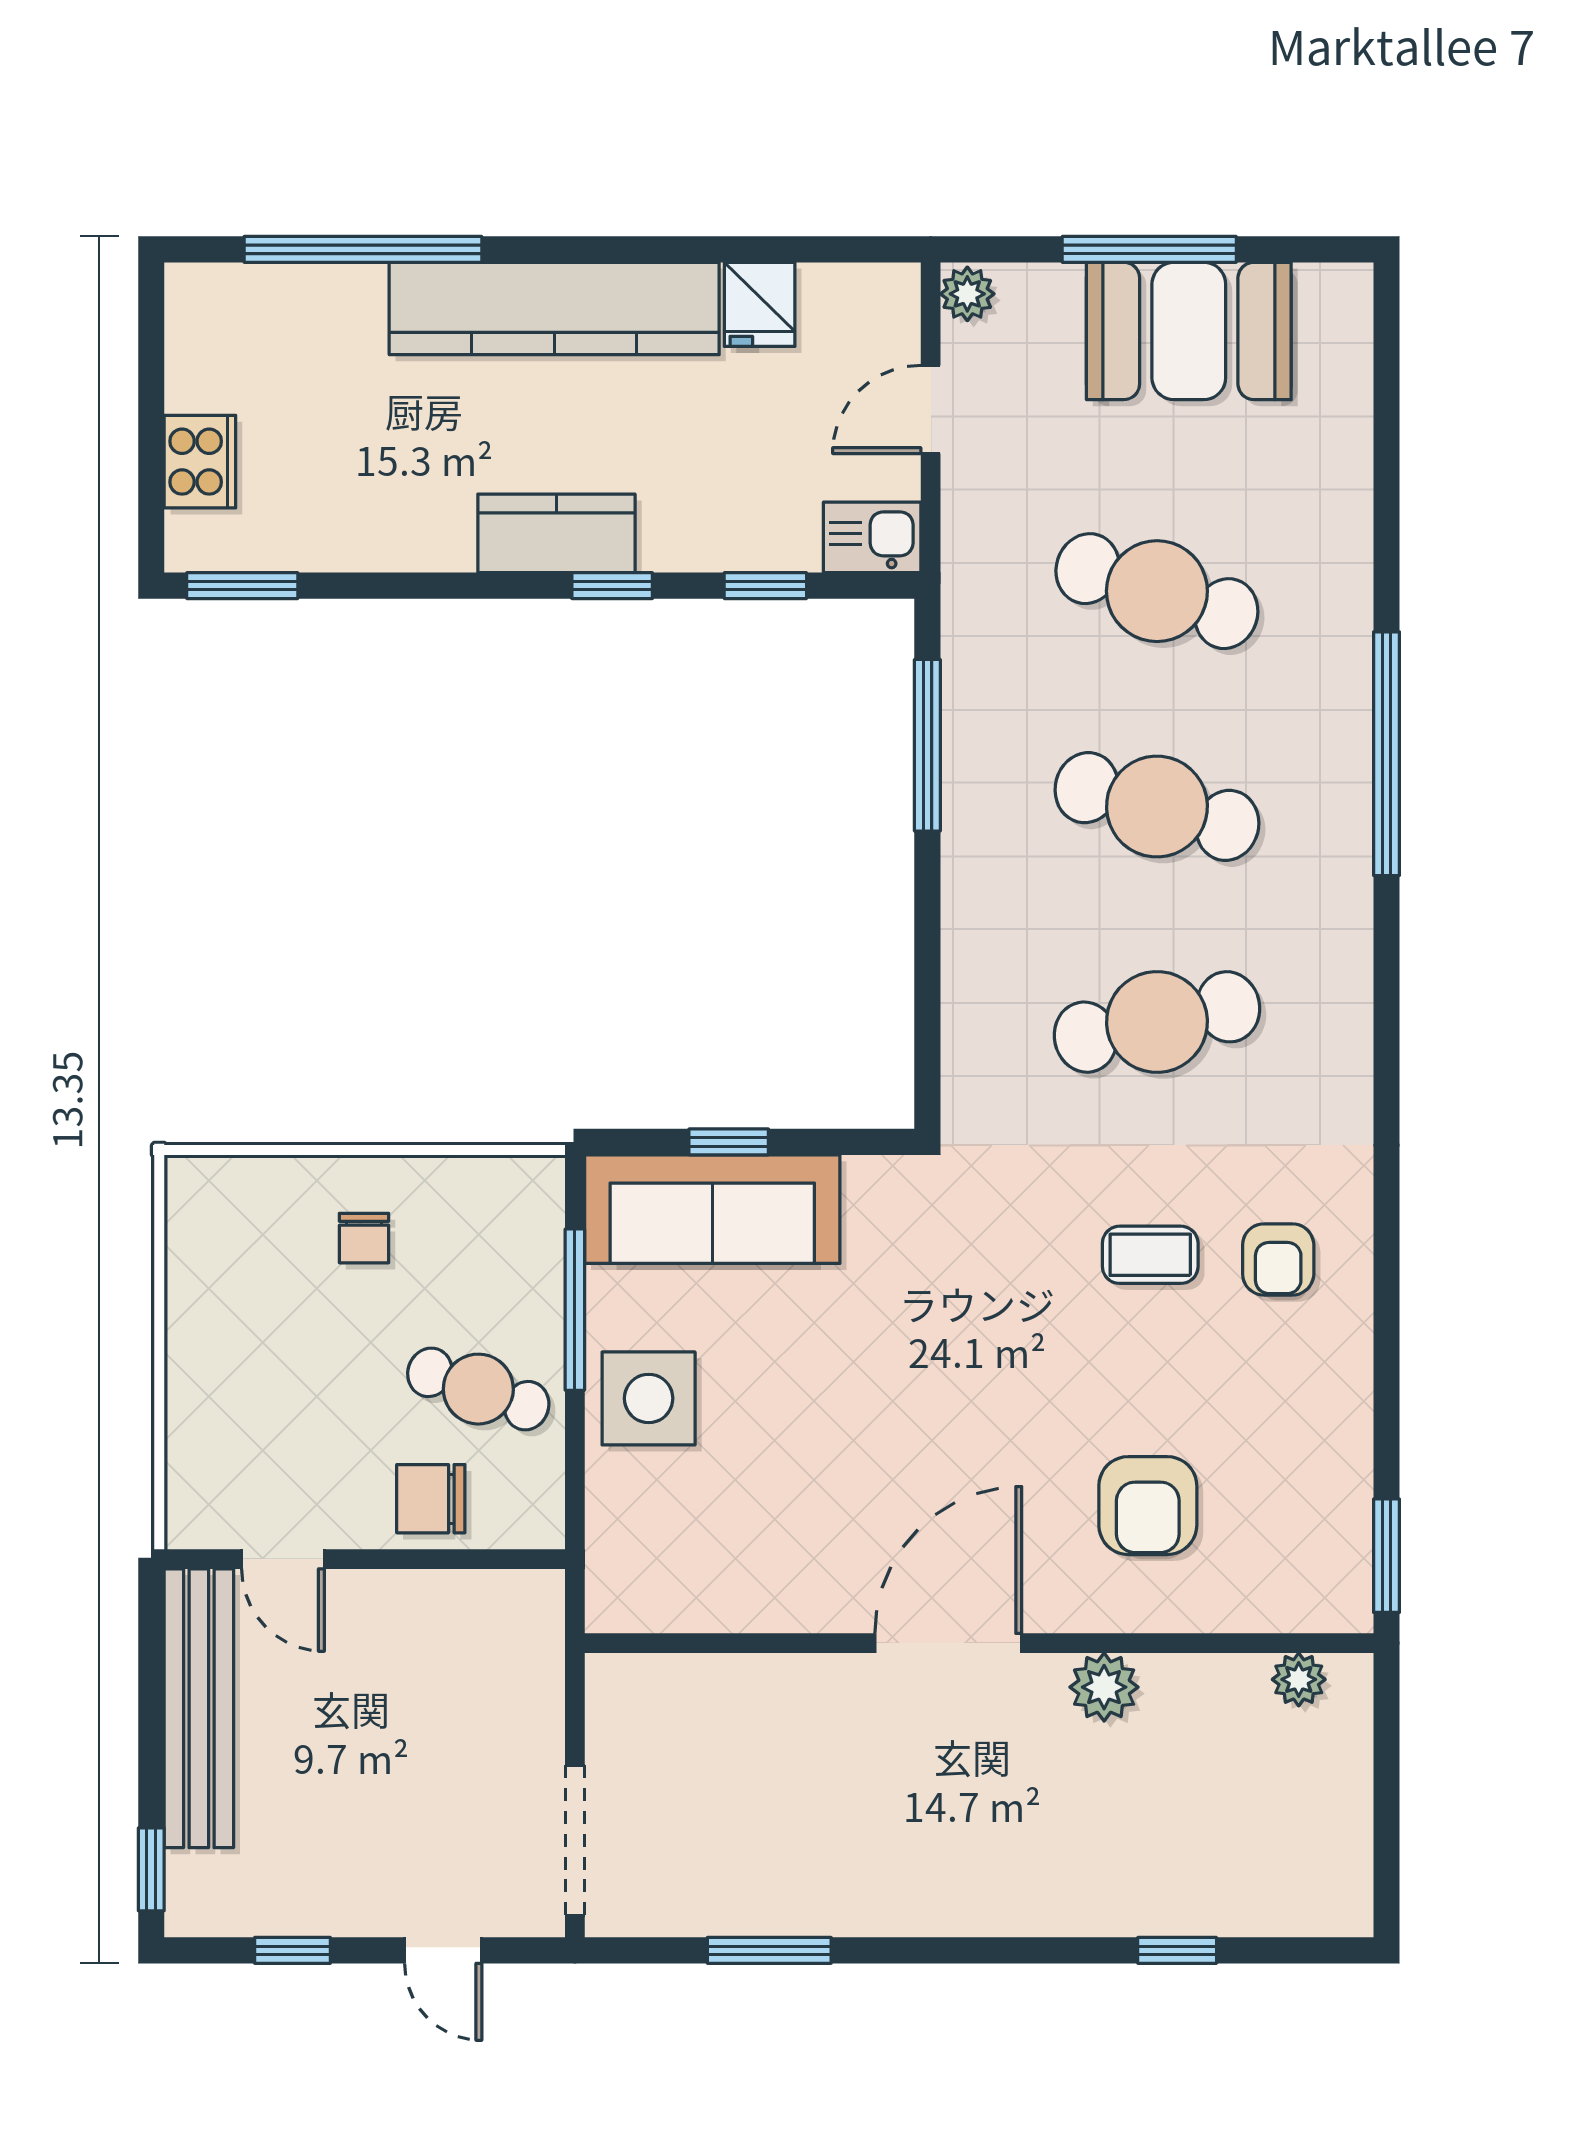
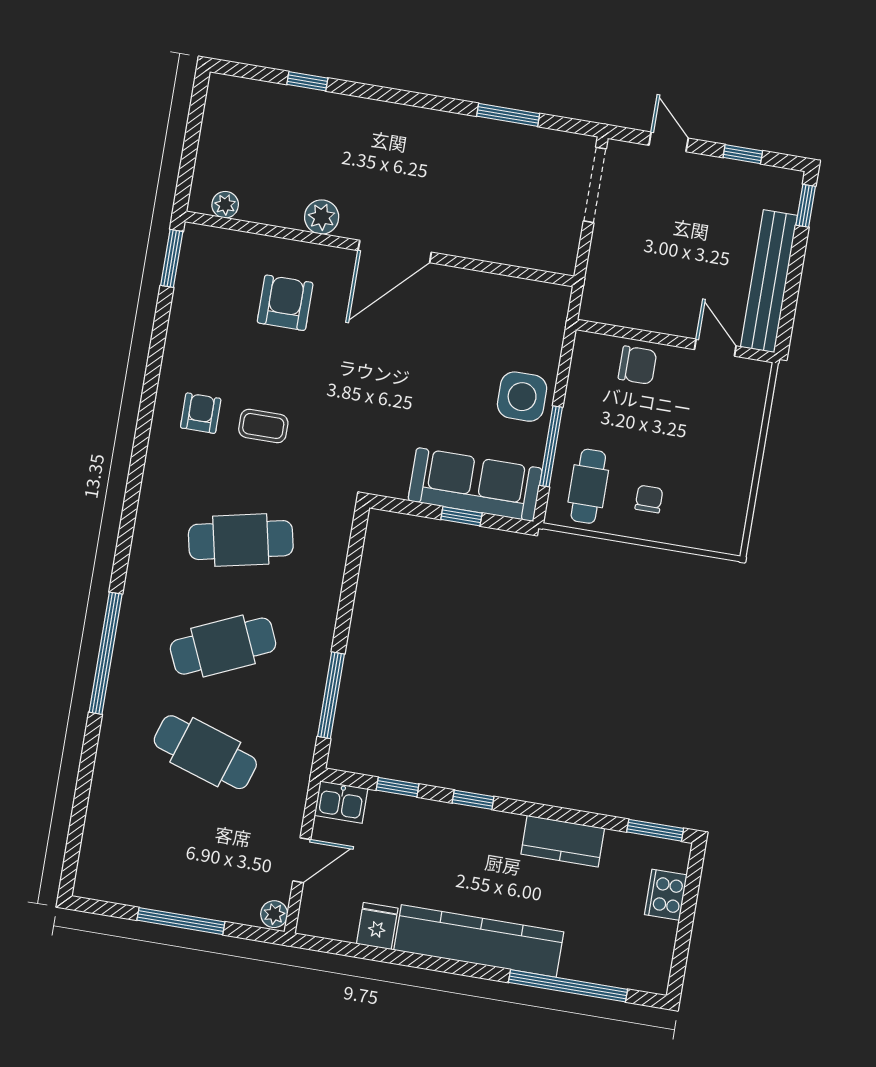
booth: (1189, 331) -> (168, 878), removed
kitchen counter: (556, 533) -> (563, 841), moved
cafe table: (1157, 807) -> (223, 646), turned -39
cafe table: (478, 1389) -> (588, 486), moved, turned 71

